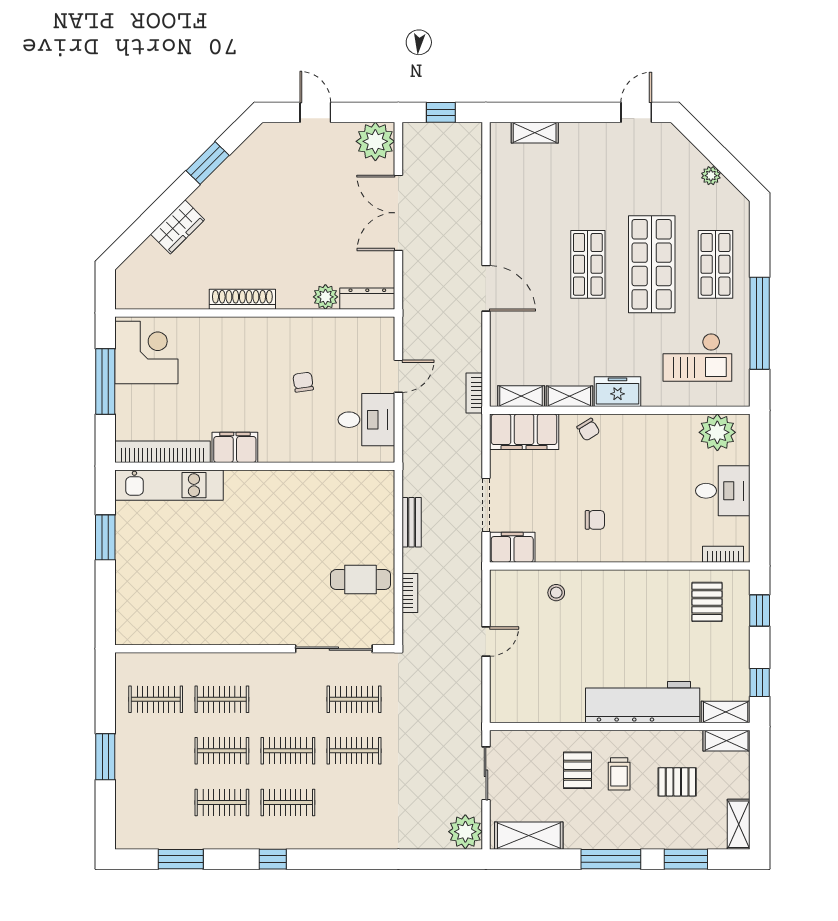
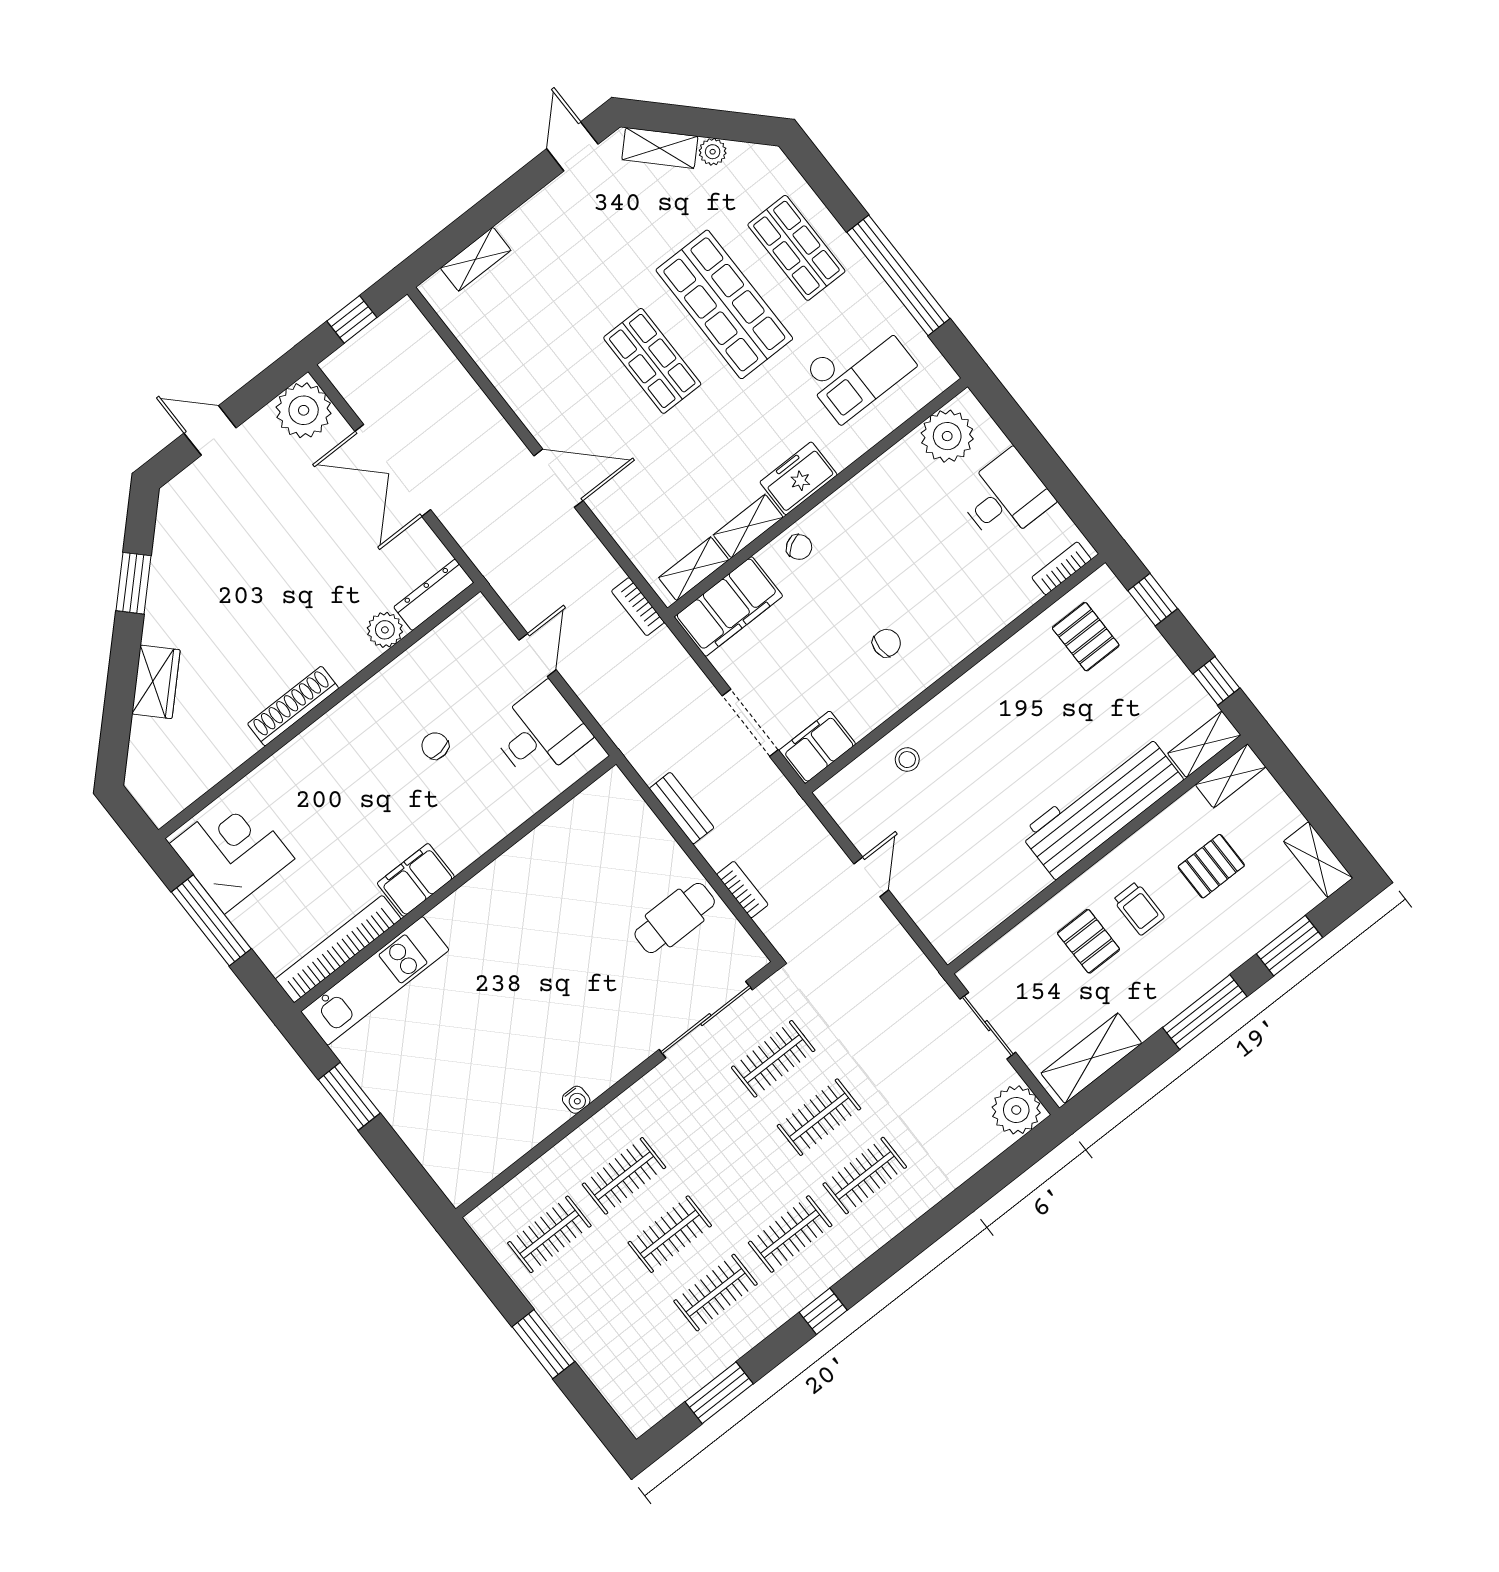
shelving: (684, 151) -> (660, 148), added
water cooler: (228, 637) -> (576, 1100), added
clothes rail: (288, 751) -> (865, 1176), moved

